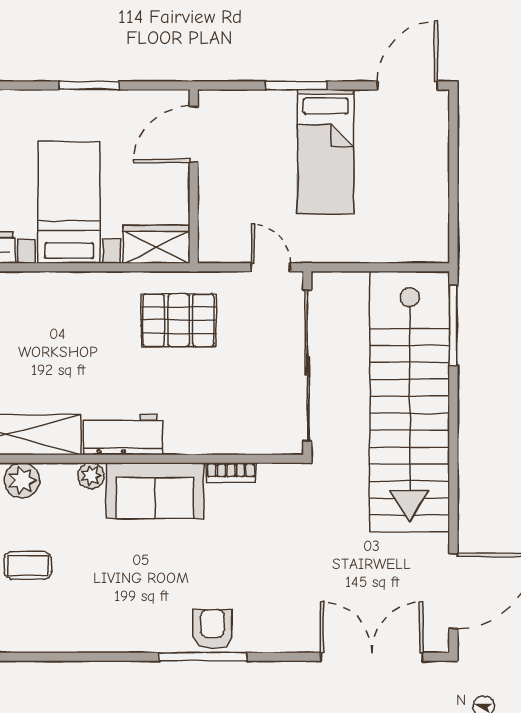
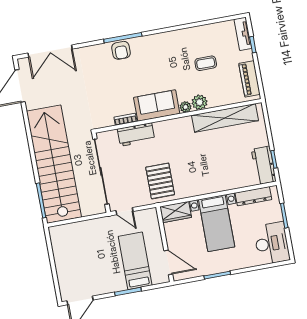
door: (194, 134) -> (168, 262), hinge flipped
bed: (326, 151) -> (135, 261), moved
pallet: (178, 320) -> (160, 181), turned 90
workbench: (123, 434) -> (136, 134), moved
plant: (22, 480) -> (200, 102), moved

